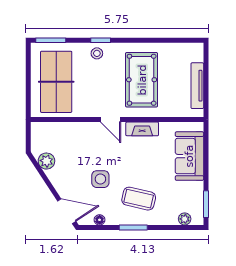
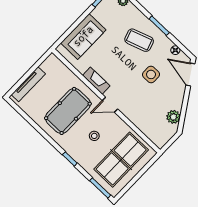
stool: (97, 53) -> (94, 136), moved
tv unit: (197, 86) -> (28, 84), moved
door: (111, 120) -> (110, 105), swing flipped
coffee table: (139, 199) -> (139, 40), turned -32

